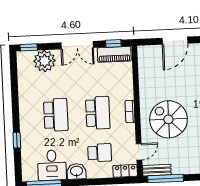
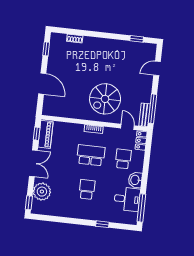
school desk: (56, 115) -> (87, 189), width x0.54

